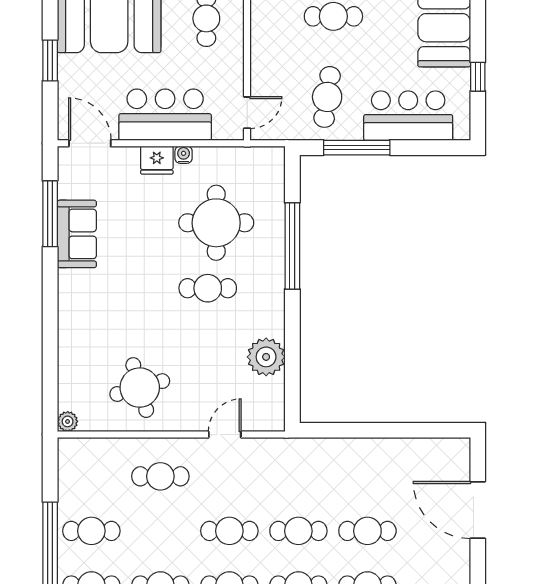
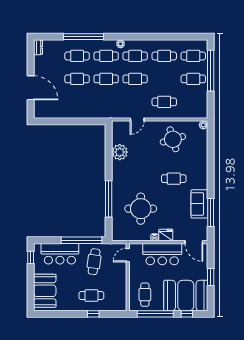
window: (478, 77) -> (31, 257), moved
window: (357, 148) -> (82, 240), width x1.46
cafe table: (208, 288) -> (174, 179), moved

